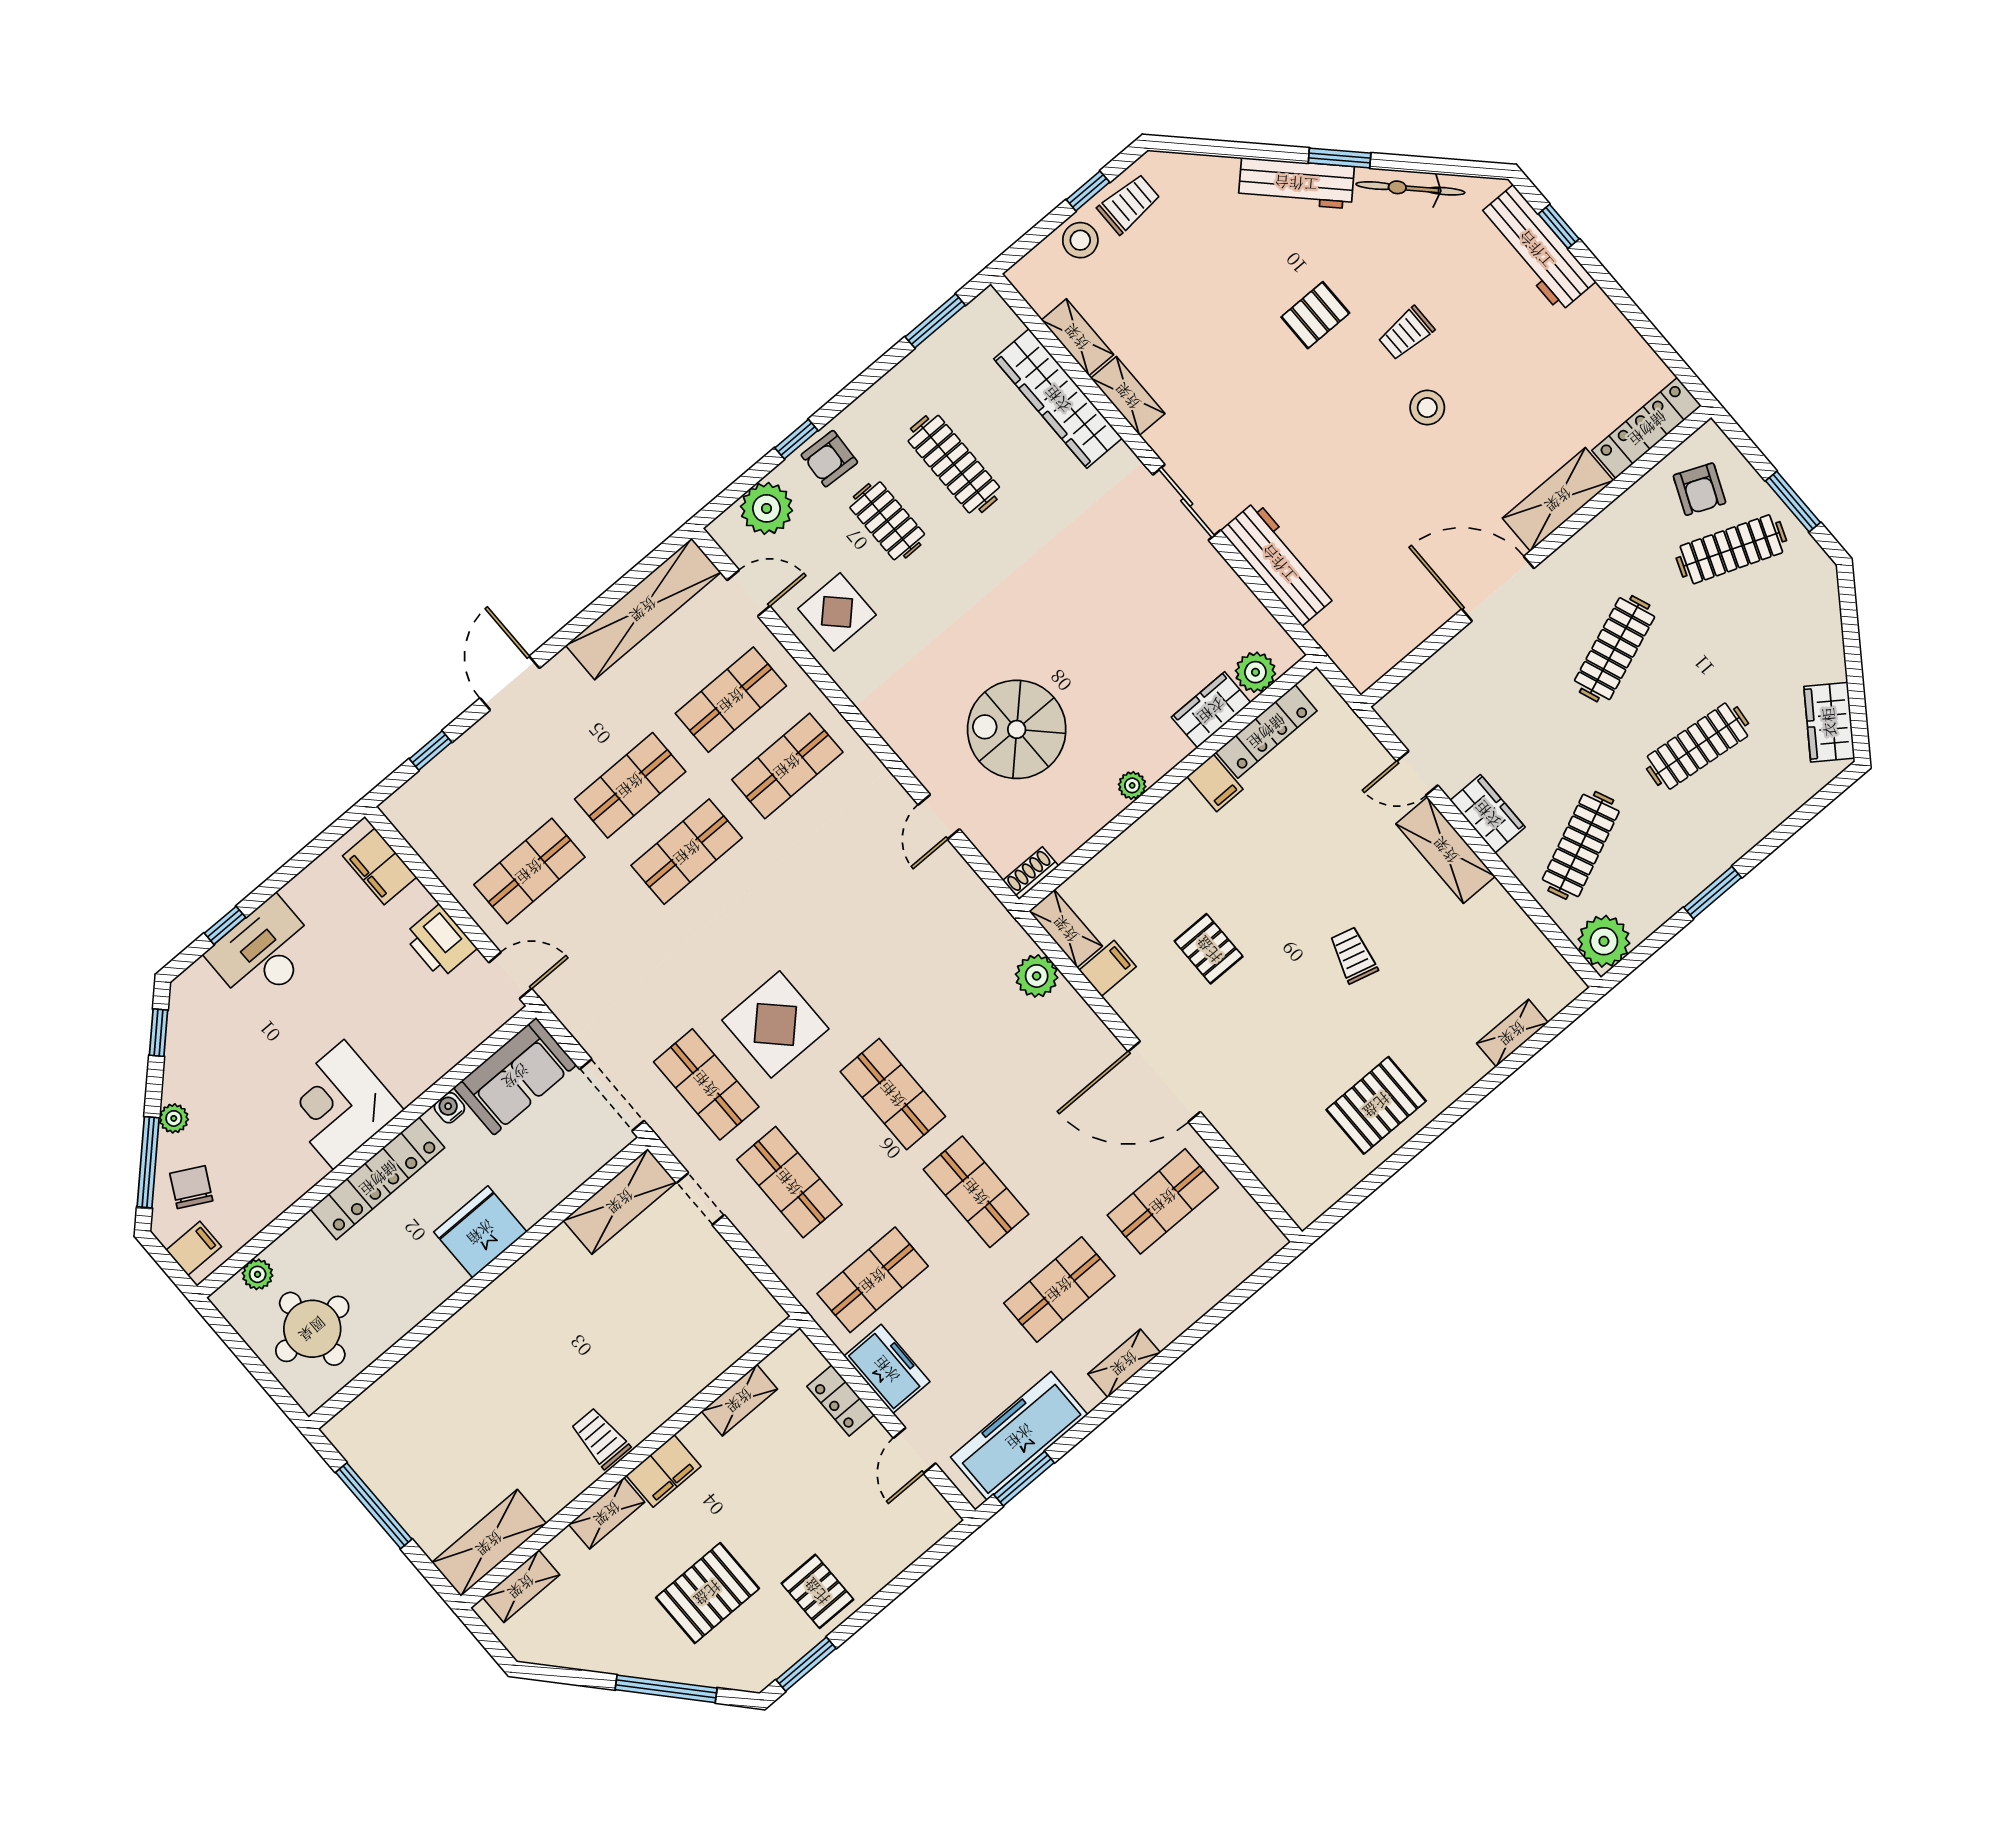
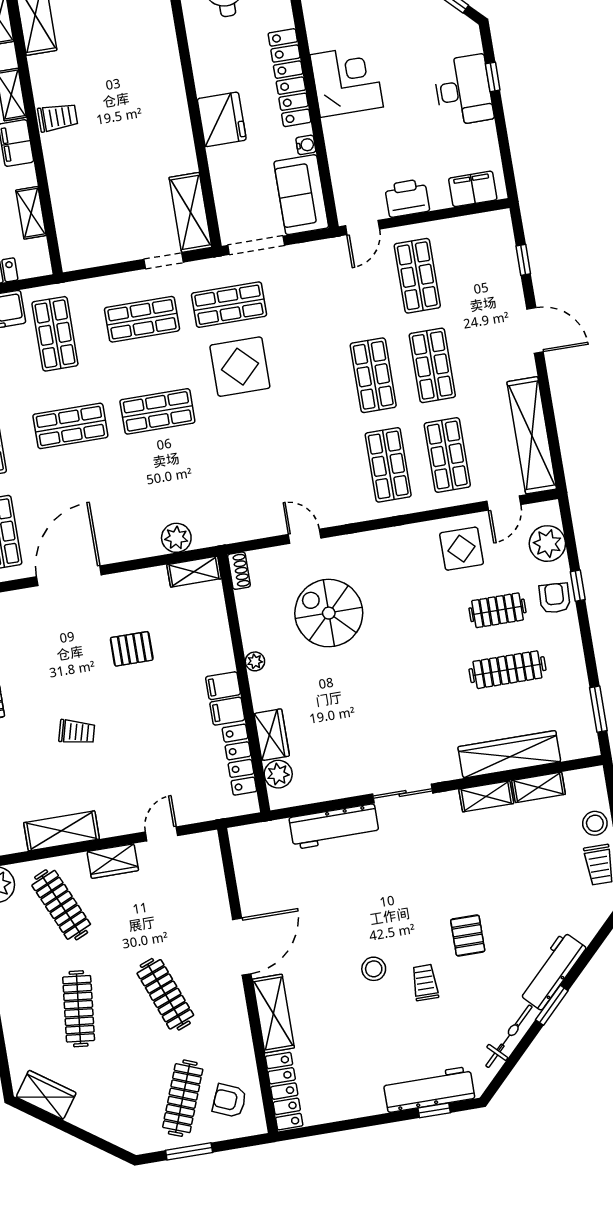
spiral stairs: (1017, 729) -> (329, 613), turned -90
shelving: (1446, 850) -> (62, 831), moved
filing cabinet: (1108, 968) -> (223, 686), moved, turned 90

